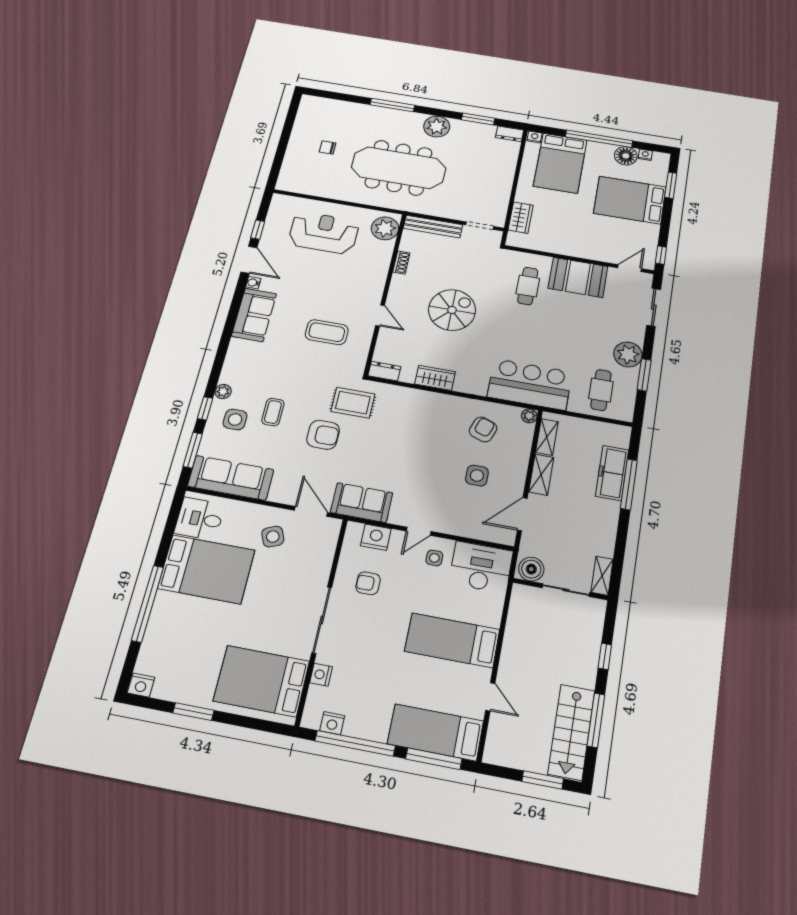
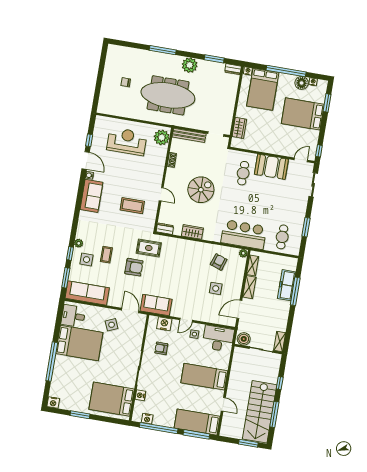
plant: (628, 354) -> (298, 215), removed
stairs: (571, 732) -> (260, 412), width x1.36, depth x1.51

